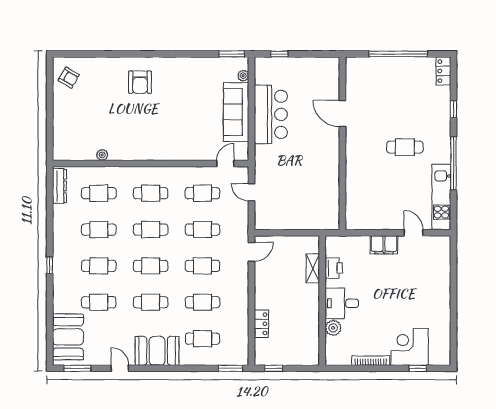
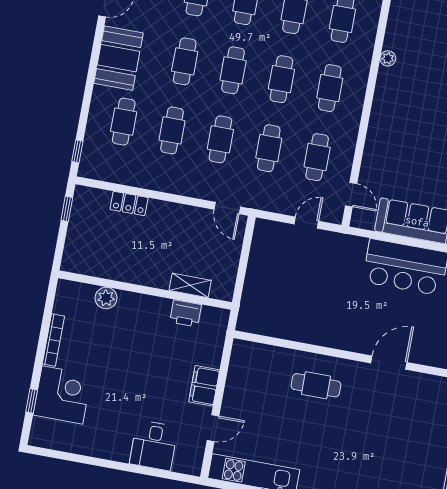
cafe table: (405, 147) -> (316, 385), moved, turned 90
plant: (102, 155) -> (388, 58), moved
desk: (342, 303) -> (154, 445), moved, turned 180
window: (230, 368) -> (77, 151), width x0.67

